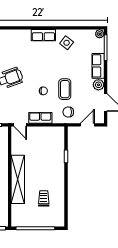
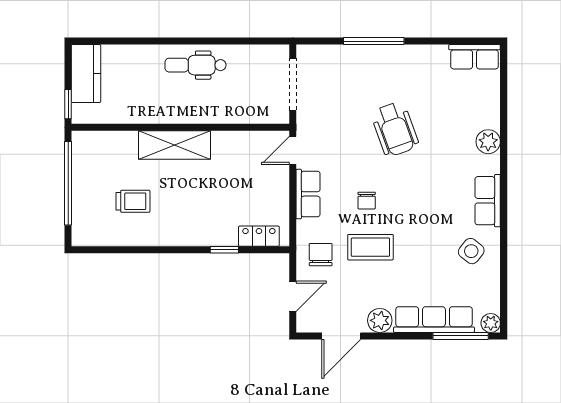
plant: (16, 35) -> (488, 142), added
row of seats: (98, 66) -> (434, 320), width x1.48
door: (87, 125) -> (293, 296), hinge flipped
locker: (60, 140) -> (259, 236), added
shelving: (18, 179) -> (174, 145), width x0.68

